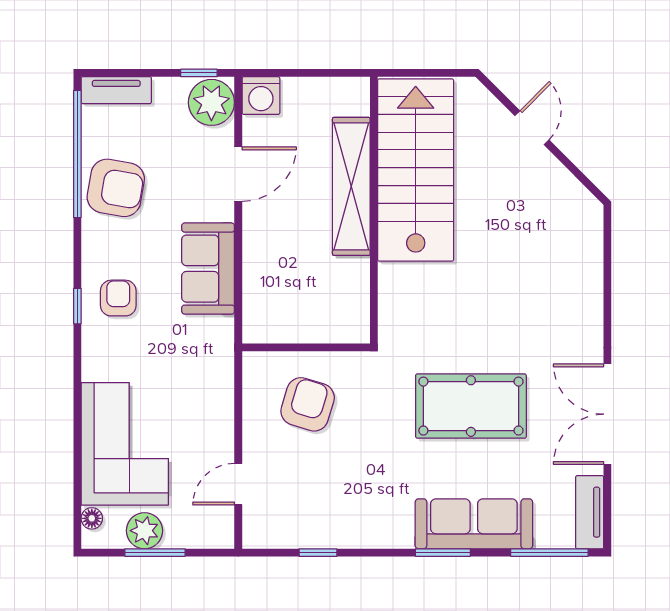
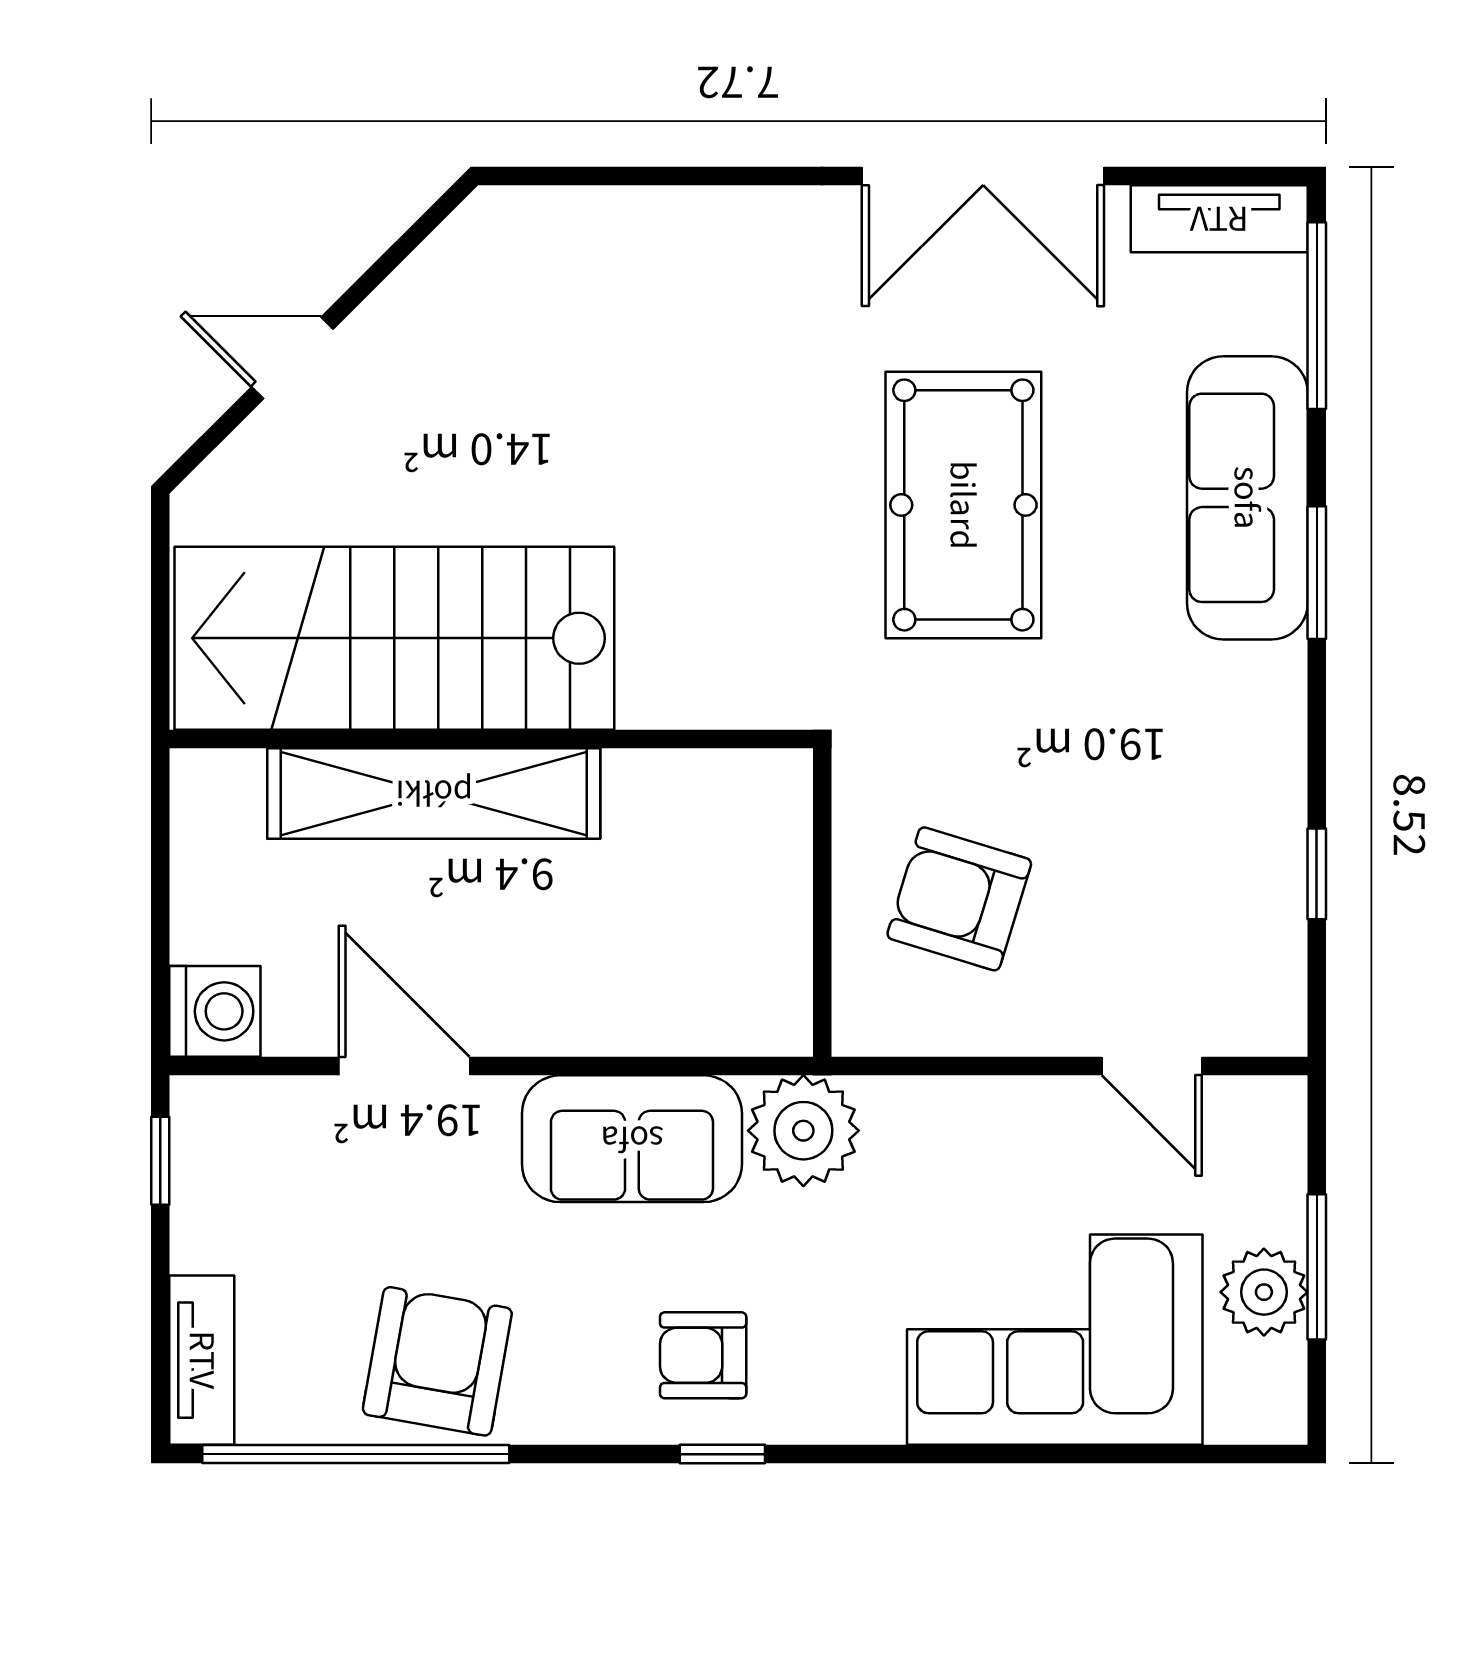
plant: (211, 102) -> (803, 1131), moved
floor lamp: (92, 518) -> (1234, 1419), removed

